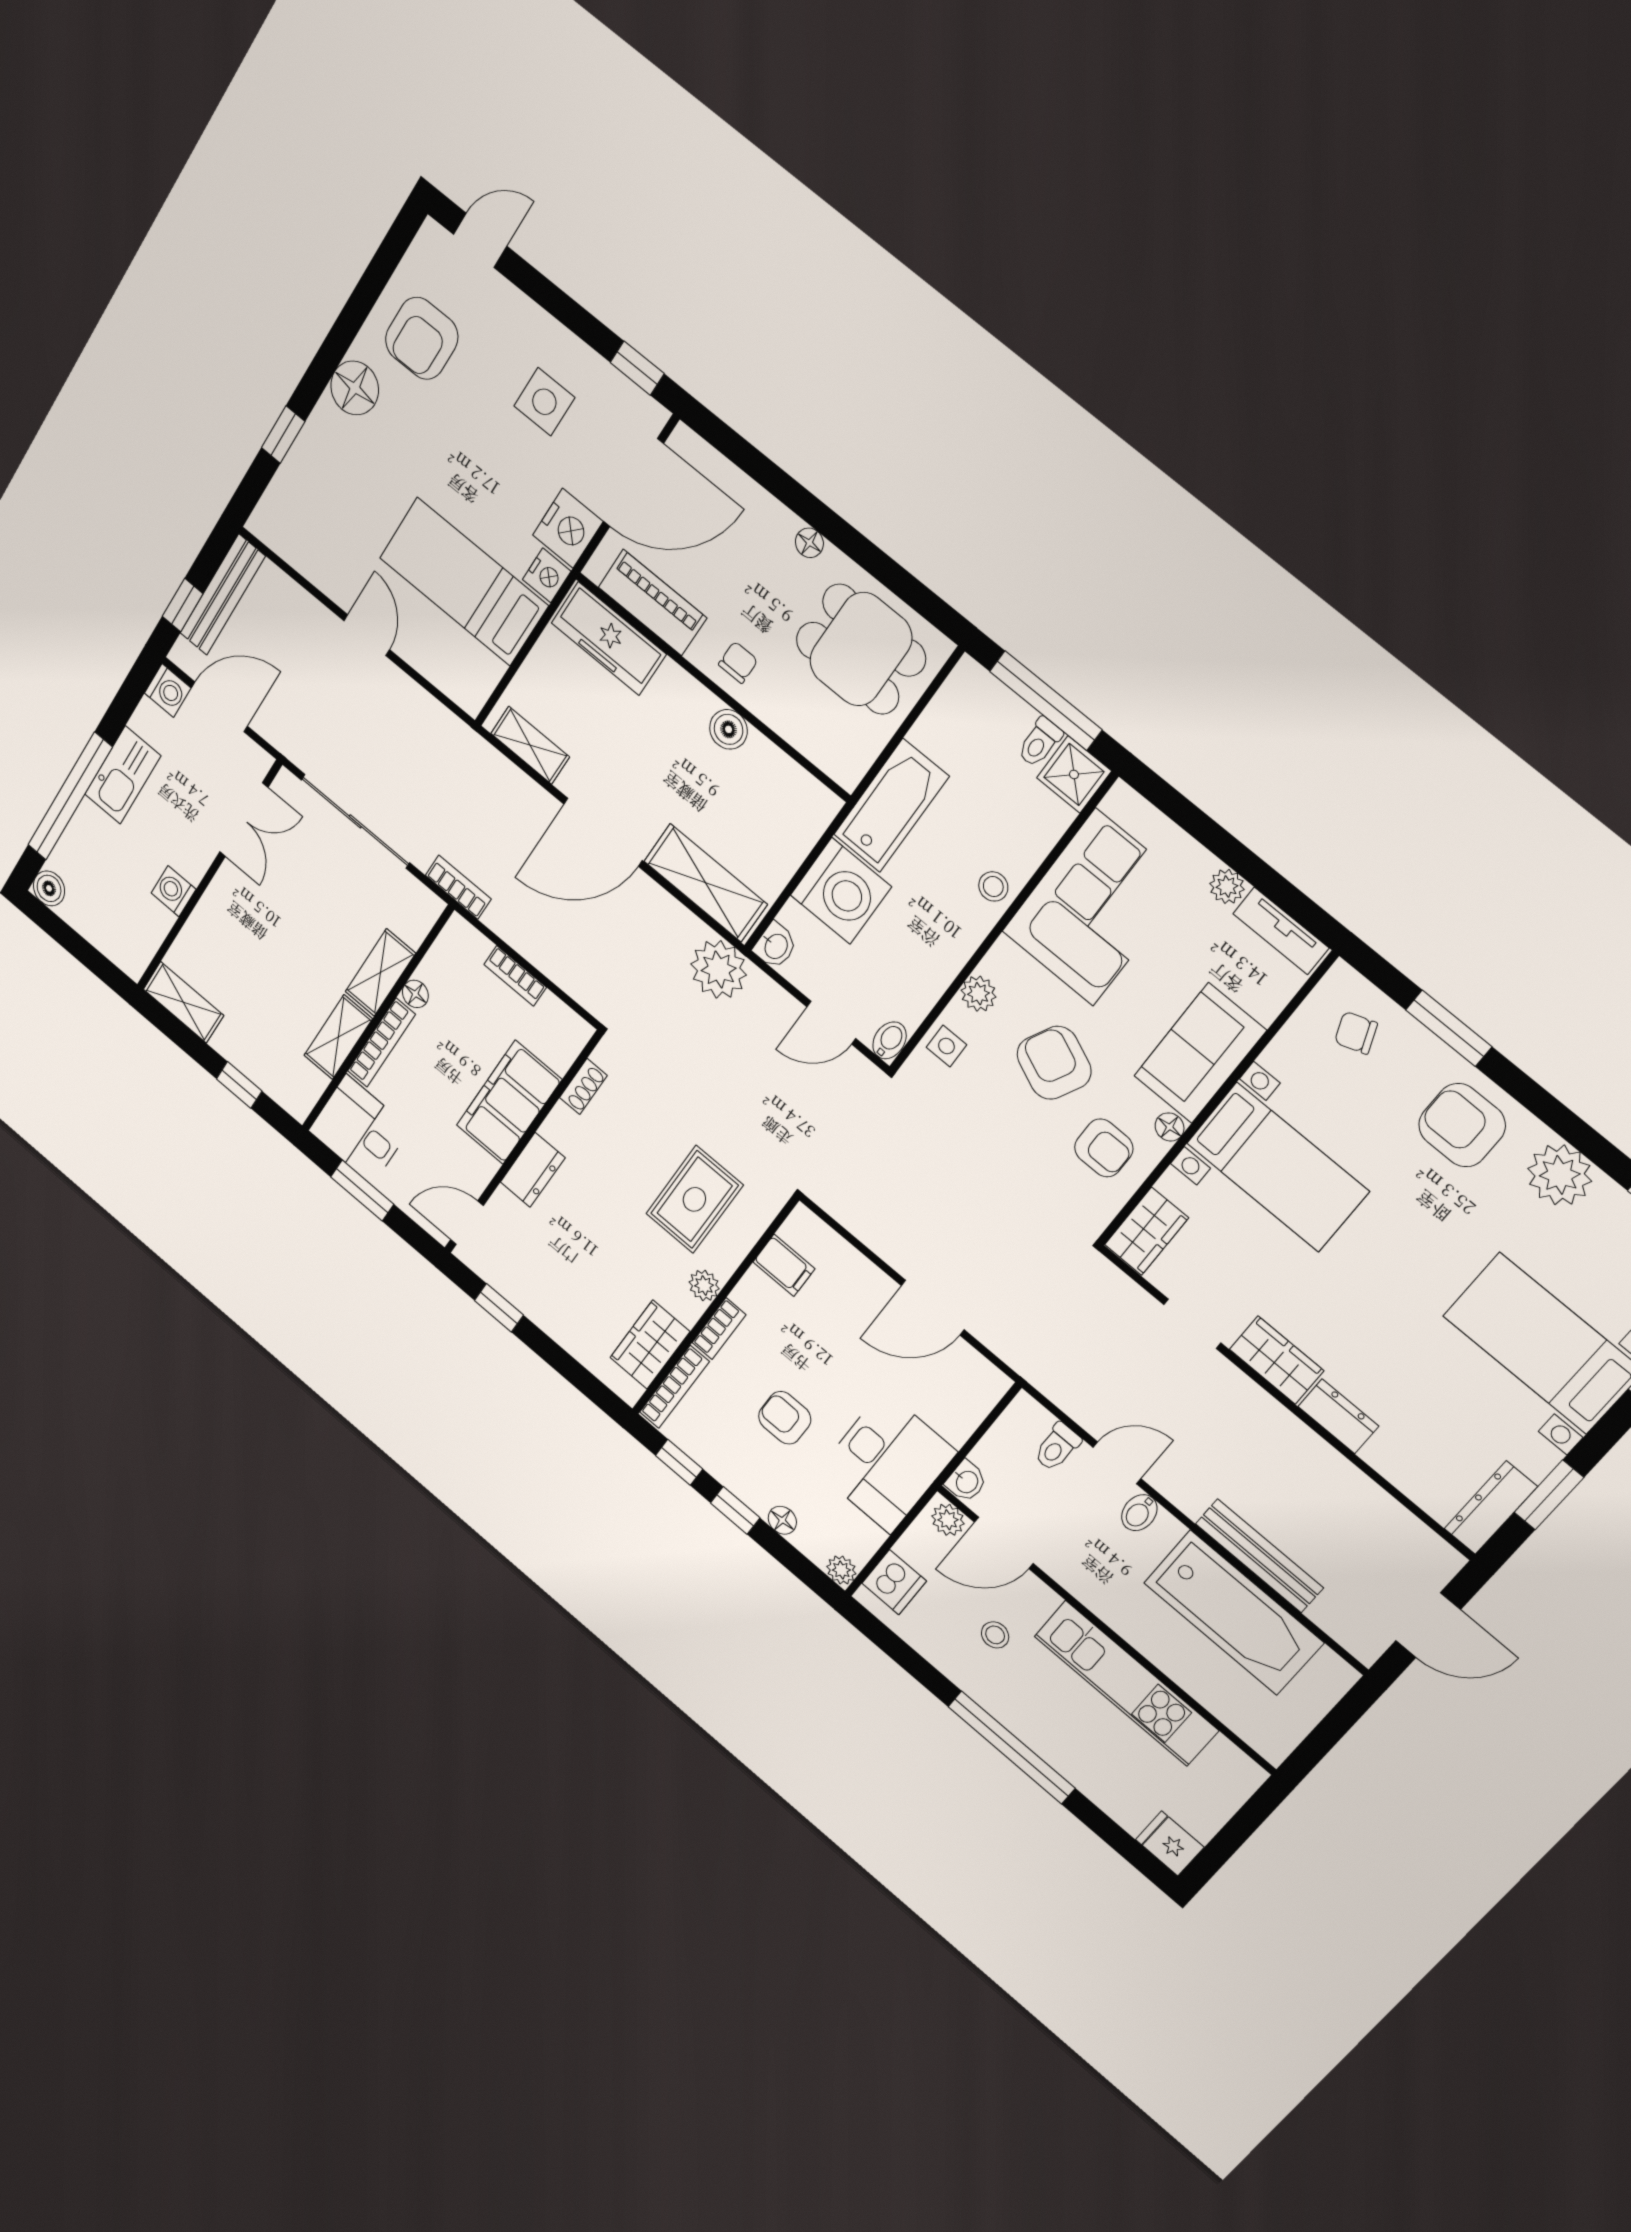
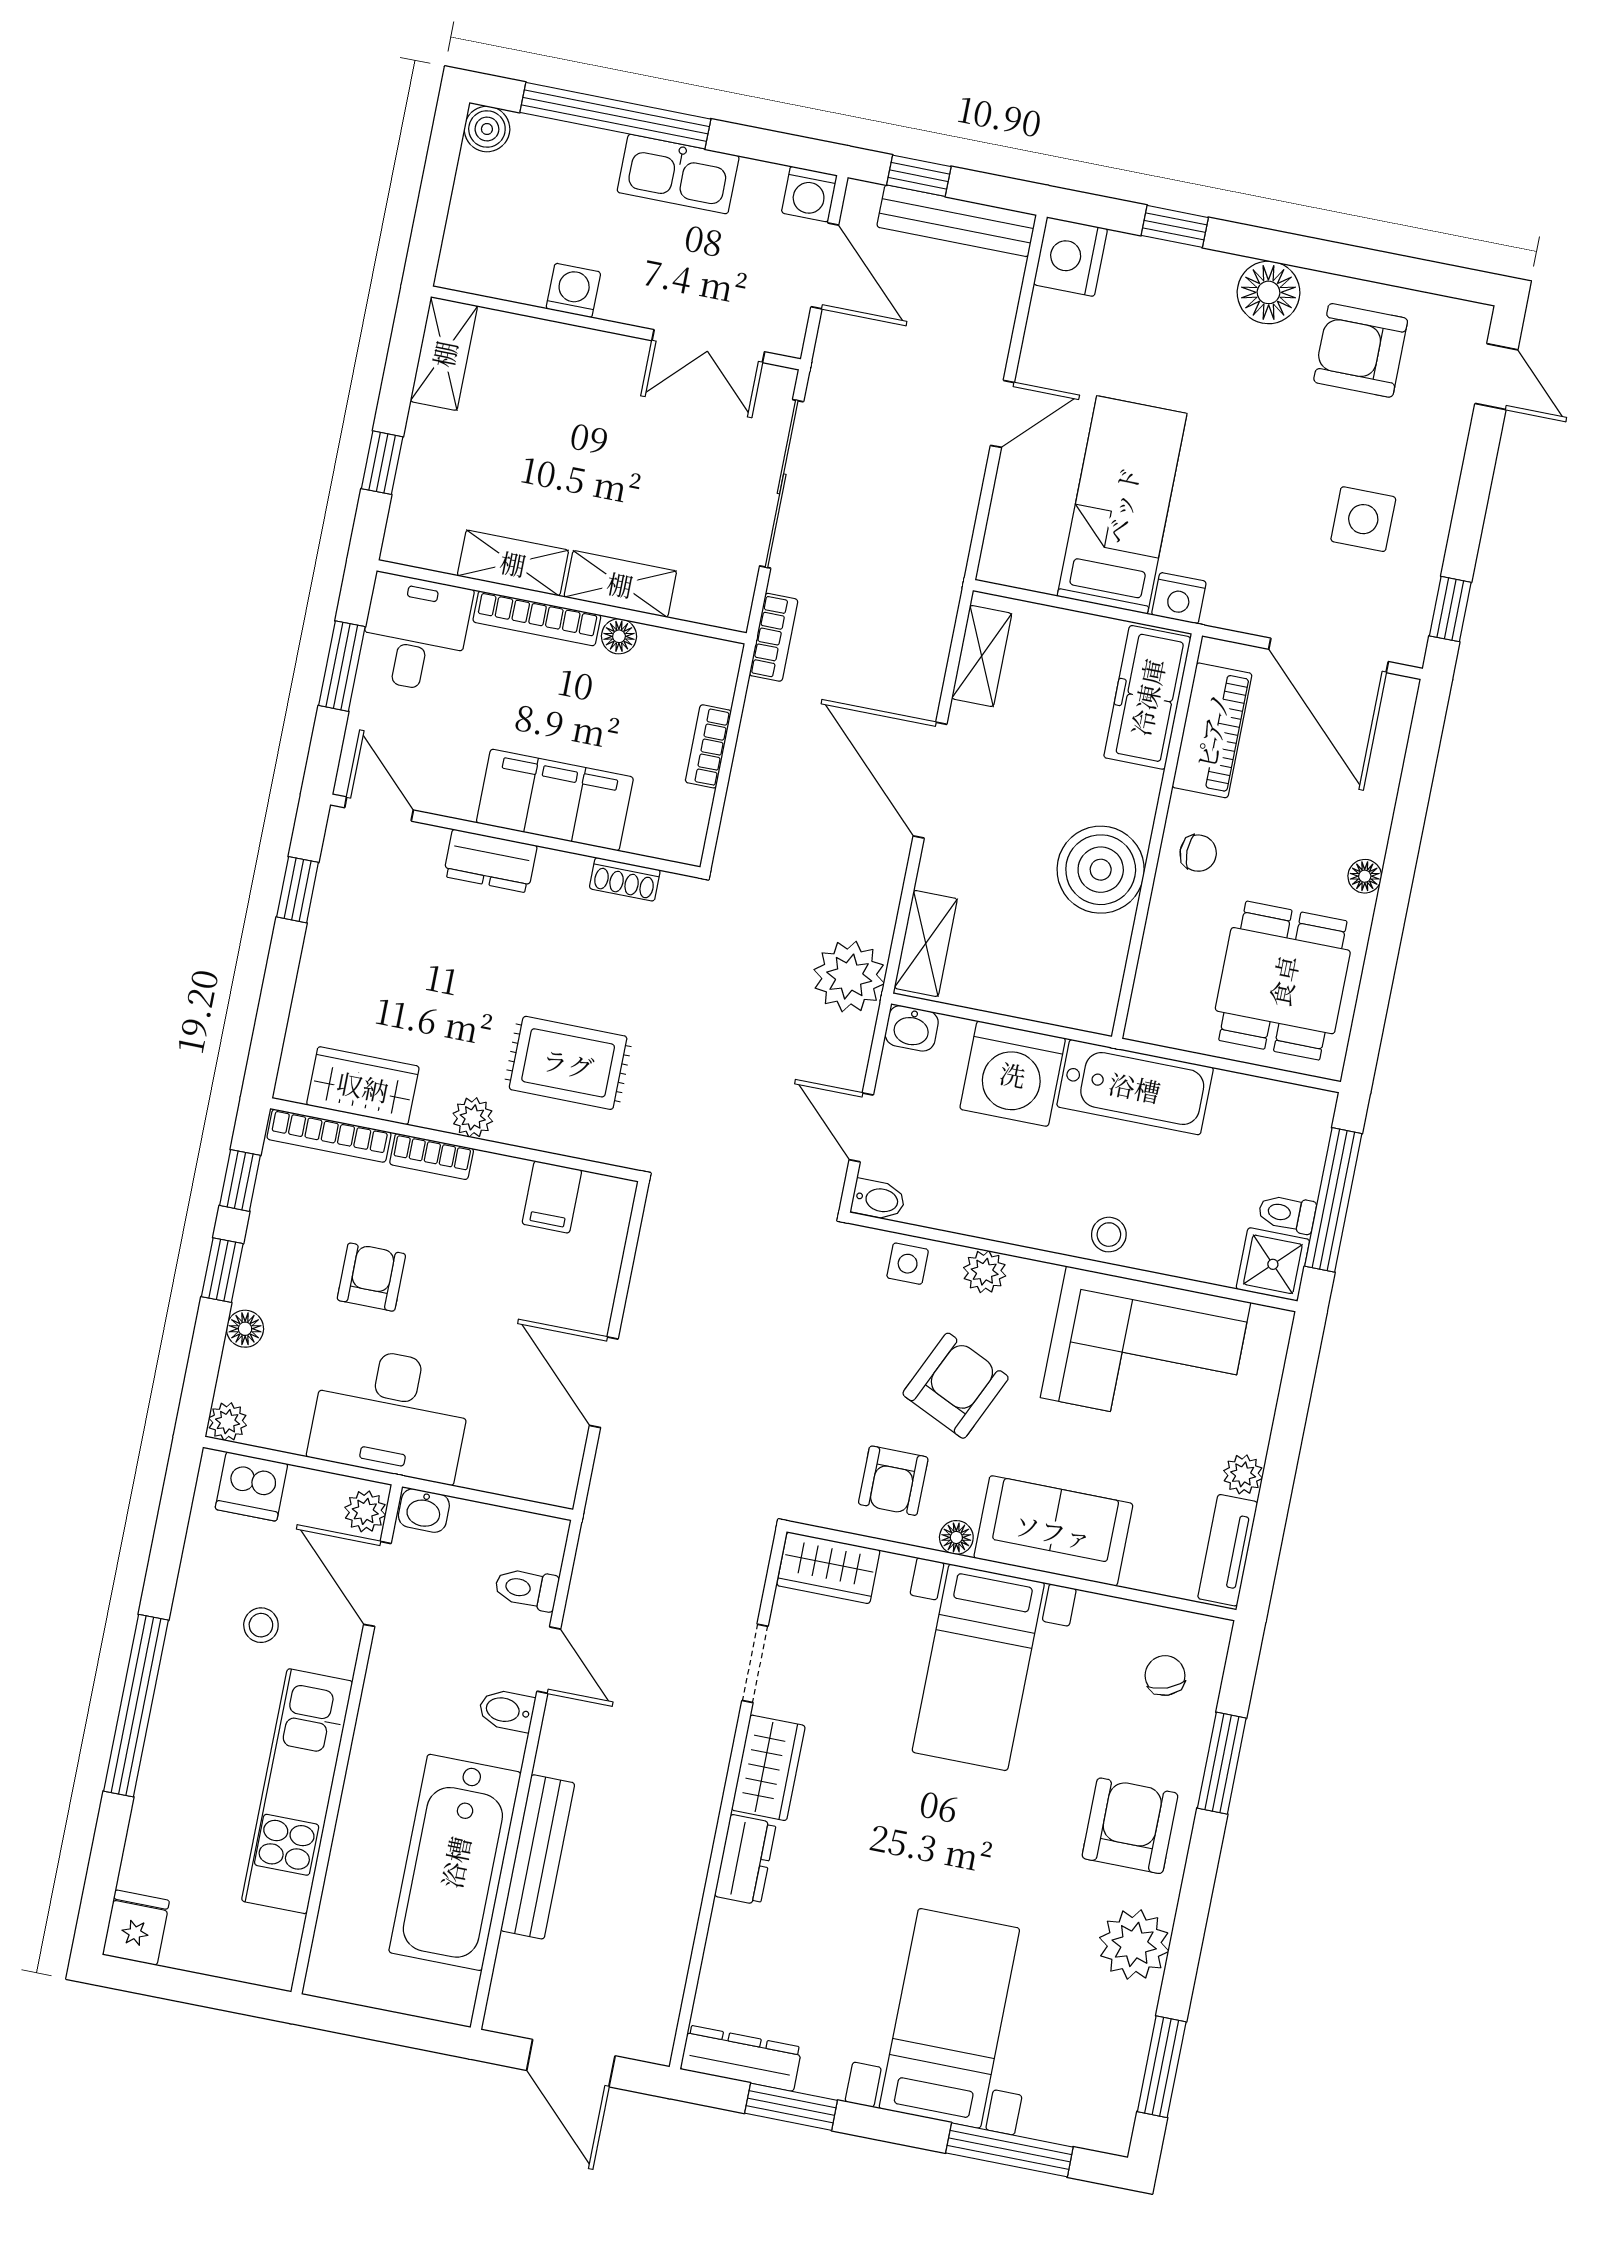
nightstand: (568, 528) -> (1071, 257), moved, turned 90
boiler: (729, 729) -> (1101, 870), width x1.86, depth x1.86
shelving: (706, 883) -> (926, 943), width x0.67, depth x0.75

